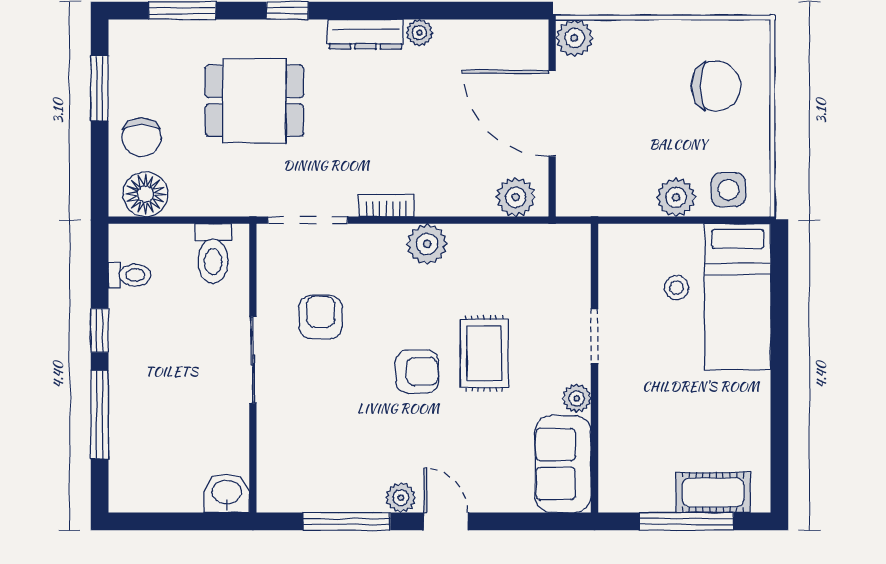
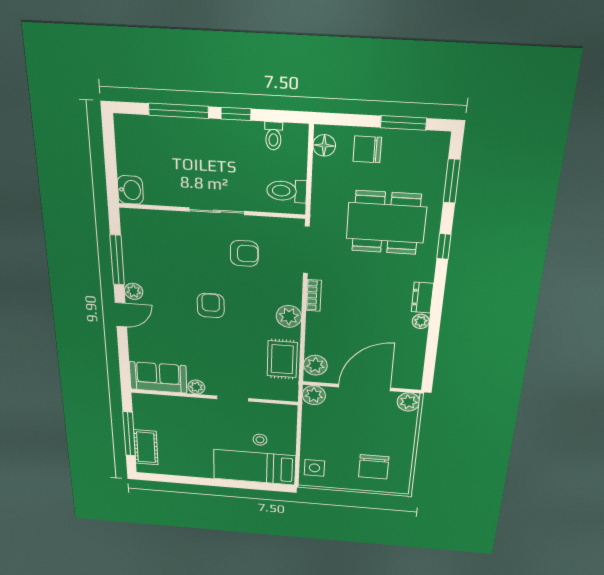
dresser: (365, 34) -> (422, 298), width x0.70
dining table: (254, 101) -> (386, 223), width x1.38
floor lamp: (145, 194) -> (324, 145), width x0.73, depth x0.73
plant: (676, 197) -> (314, 395), moved
rug: (484, 353) -> (282, 359), moved, turned 90
armchair: (417, 371) -> (211, 306), turned 180

